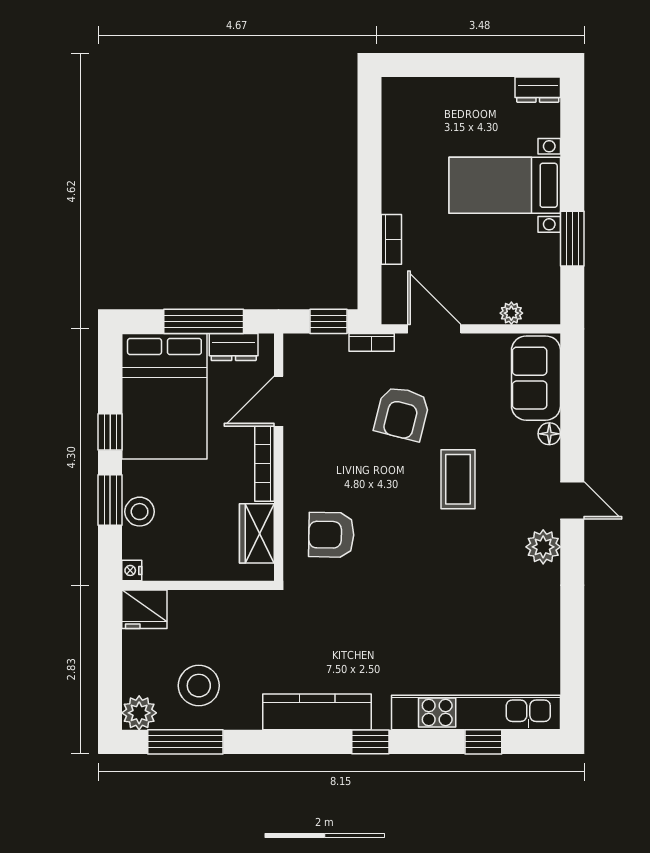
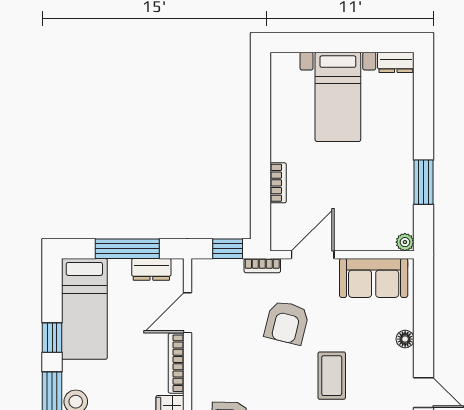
bed with nightstands: (505, 185) -> (338, 97), moved, turned -90
plant: (511, 313) -> (405, 242), moved
door: (434, 329) -> (313, 255), hinge flipped
sofa: (536, 378) -> (374, 278), moved, turned -90
bed: (164, 396) -> (84, 309), width x0.67

